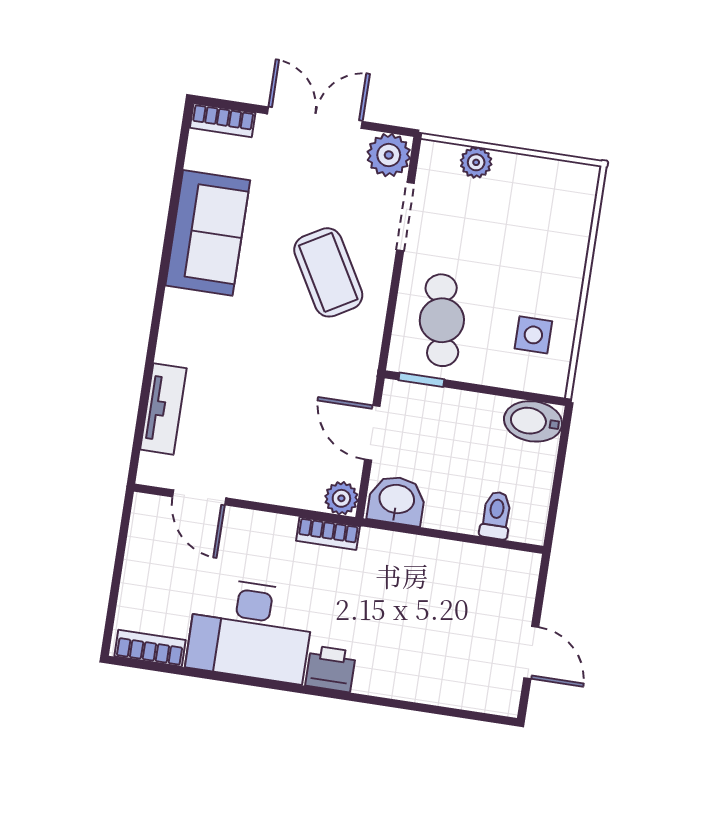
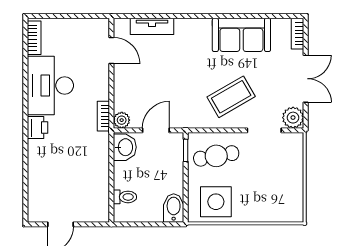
plant: (476, 162) -> (296, 161), removed
side table: (533, 335) -> (216, 202), width x1.87, depth x1.87
door: (199, 497) -> (111, 50), swing flipped

